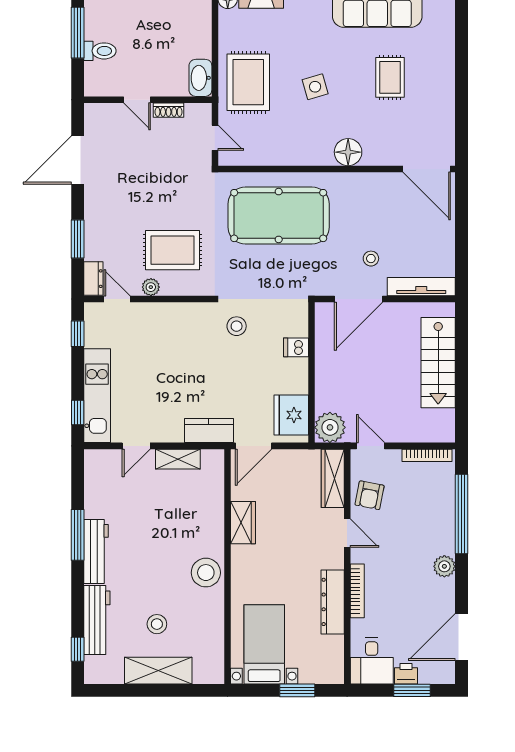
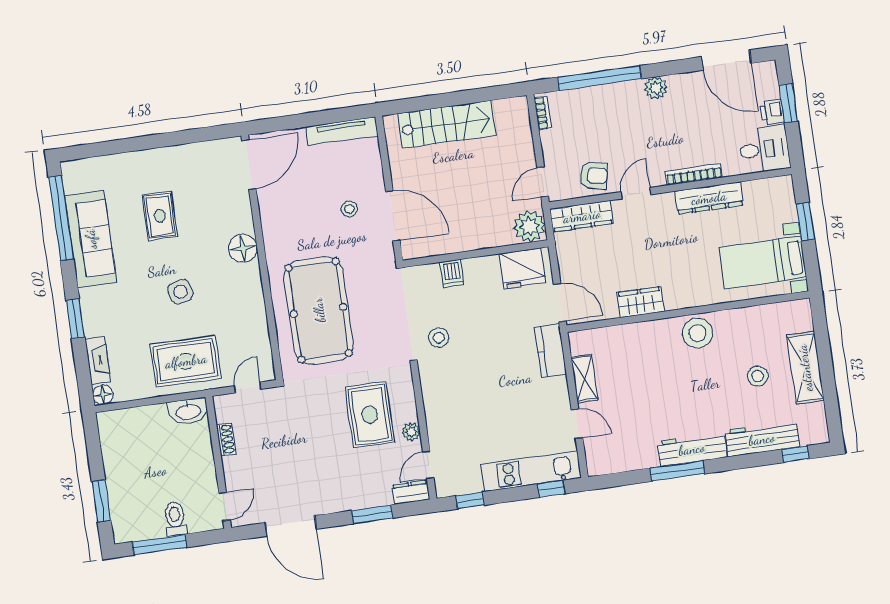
rug: (390, 77) -> (160, 216), turned 90
door: (137, 100) -> (225, 507), moved
tv unit: (421, 287) -> (342, 131), moved, turned -90
bookcase: (427, 455) -> (543, 113), width x0.64

